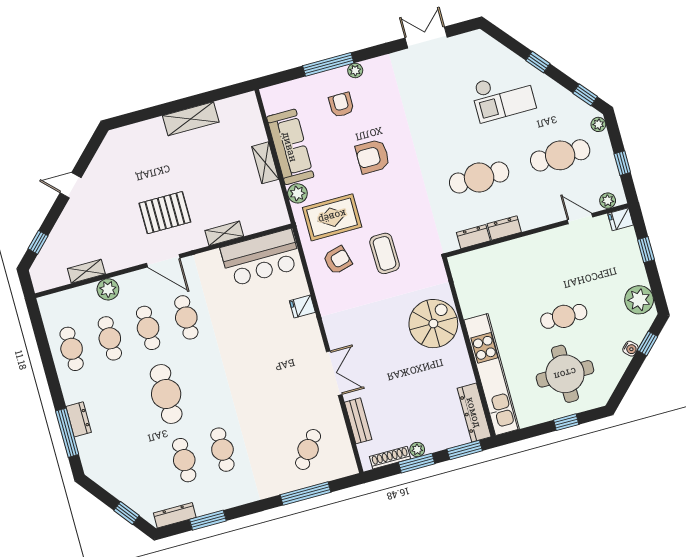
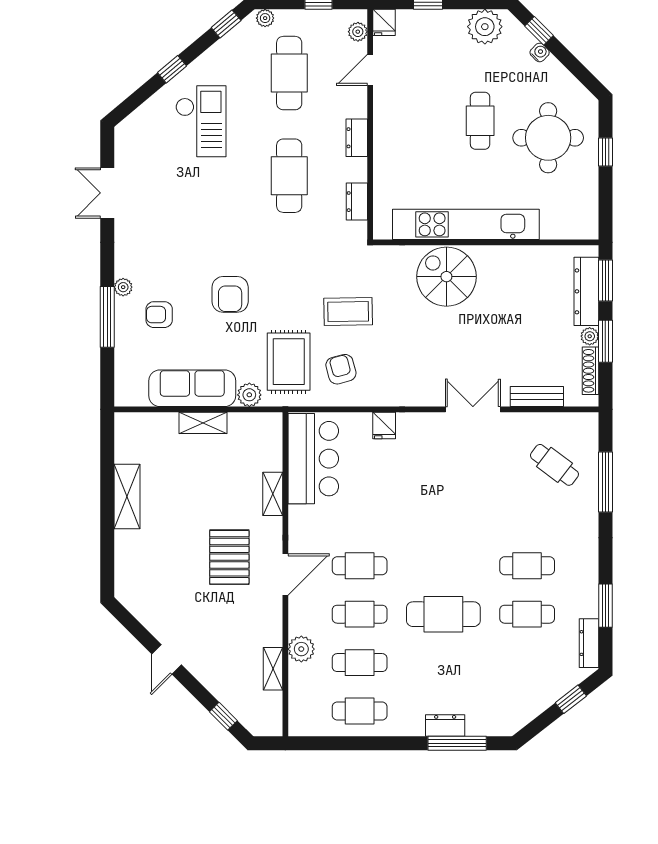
dresser: (504, 228) -> (357, 138), moved
kitchen unit: (492, 374) -> (466, 224), moved
dresser: (474, 412) -> (586, 291), moved, turned 90

